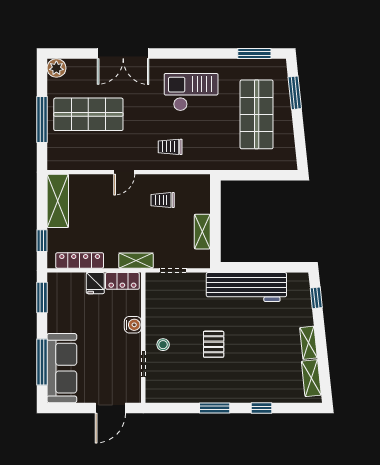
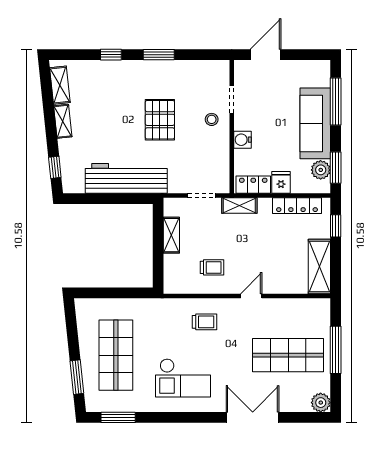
plant: (56, 295) -> (321, 170), added
pallet: (214, 344) -> (160, 120), width x1.50, depth x1.42
sofa: (62, 368) -> (315, 123), moved

